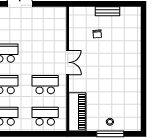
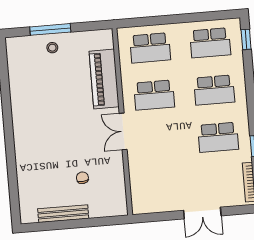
bench: (108, 11) -> (63, 214), width x1.36
piano: (77, 112) -> (104, 79), moved

